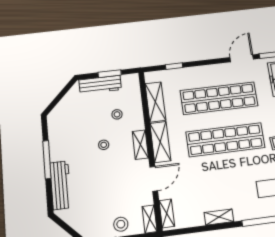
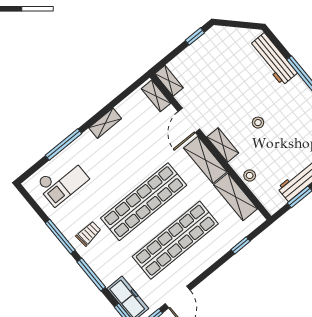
stool: (117, 114) -> (250, 175), moved
stool: (121, 224) -> (193, 59), removed

